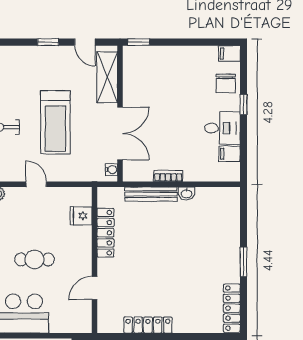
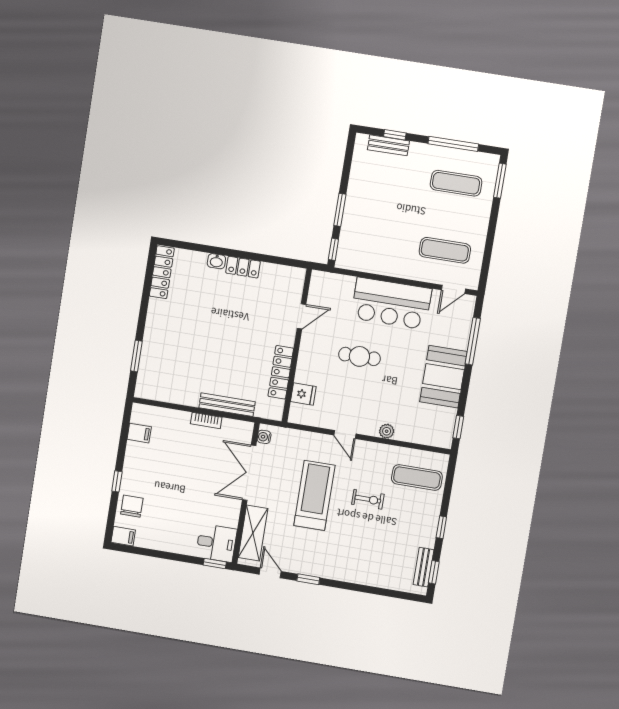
desk: (222, 128) -> (216, 543), moved, turned 180
washbasin: (187, 193) -> (216, 261), moved, turned 180
window: (243, 262) -> (136, 356), moved
locker: (148, 325) -> (243, 267), width x0.66

